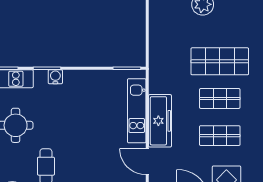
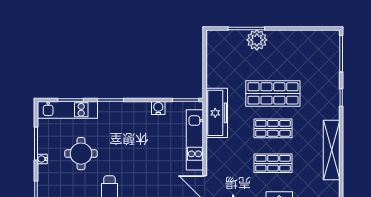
water cooler: (55, 77) -> (158, 108), moved
freezer: (160, 121) -> (217, 113), moved

